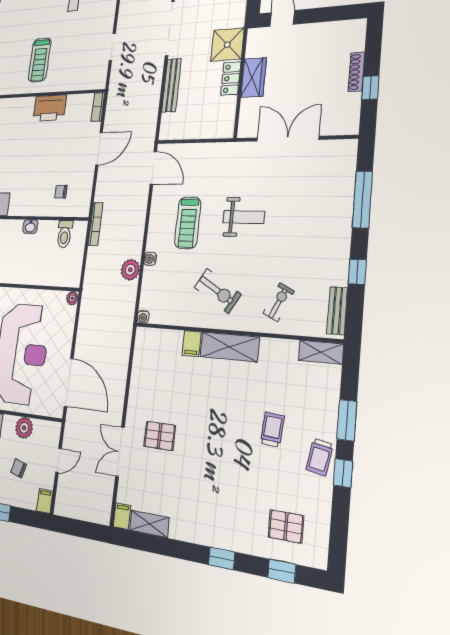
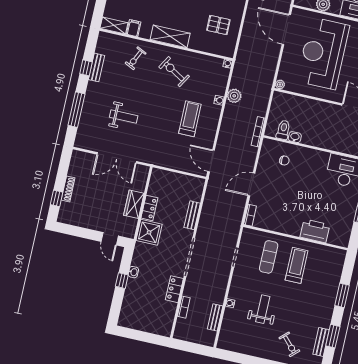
exercise mat: (72, 60) -> (269, 257), added
bench: (171, 85) -> (192, 215), width x0.73
window: (370, 88) -> (57, 198), moved
printer: (50, 108) -> (315, 231), moved
weight bench: (244, 217) -> (124, 116), moved, turned 180
washbasin: (30, 227) -> (295, 137), moved
bench: (337, 311) -> (96, 67), moved
filing cabinet: (192, 344) -> (134, 28), moved
pallet: (161, 376) -> (218, 25), added

